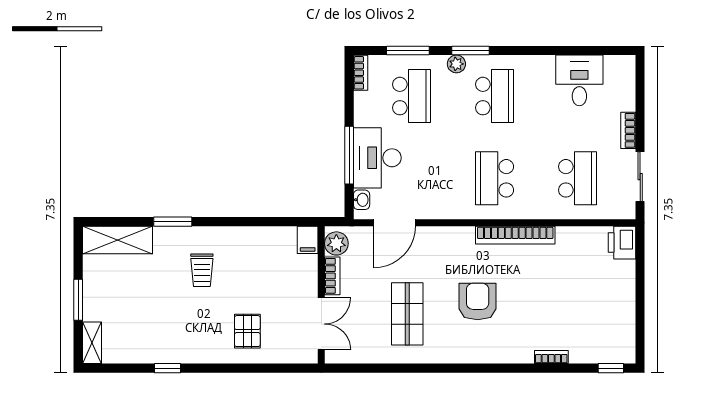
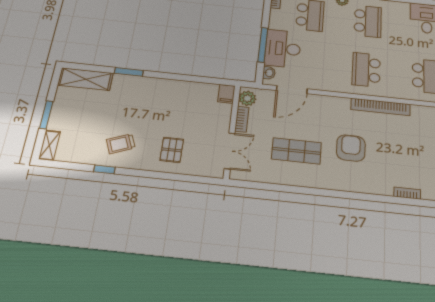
trolley: (202, 270) -> (121, 144), moved, turned 68
shop shelf: (407, 314) -> (297, 151), turned 90

